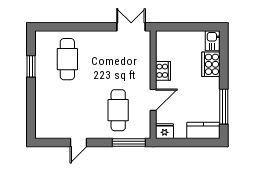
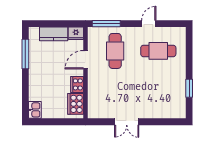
double door: (131, 27) -> (127, 122), moved
cafe table: (67, 59) -> (158, 51), moved, turned 90
cooker: (211, 64) -> (76, 104), moved, turned 180
kitchen counter: (203, 130) -> (54, 34), moved

